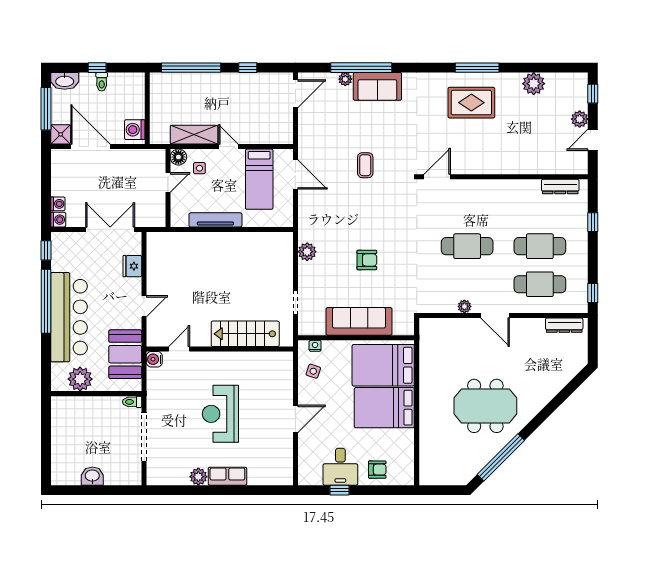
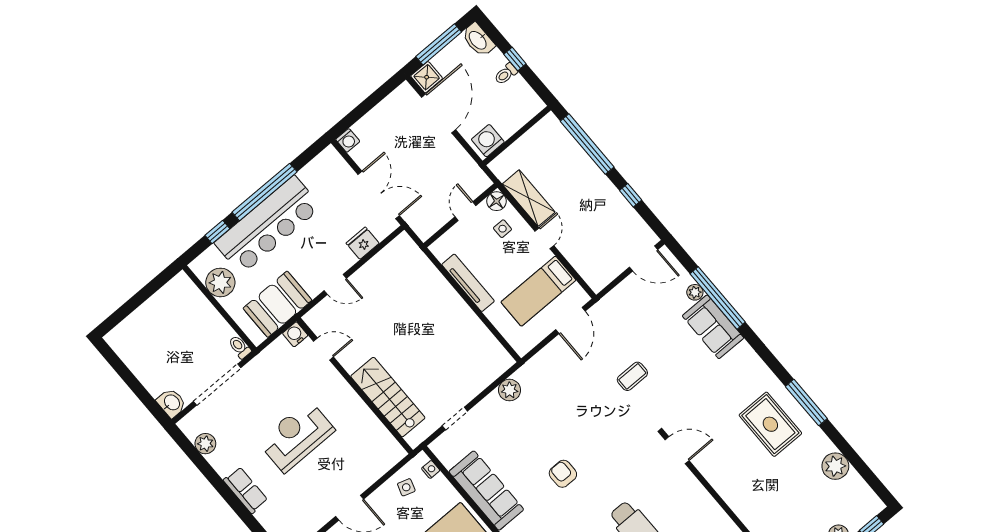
door: (168, 182) -> (466, 211), swing flipped
washing machine: (58, 204) -> (362, 128), removed
window: (46, 250) -> (217, 232), moved
armchair: (367, 260) -> (563, 474), moved, turned 180
washbasin: (92, 476) -> (171, 403), moved
plant: (198, 477) -> (205, 444), moved

